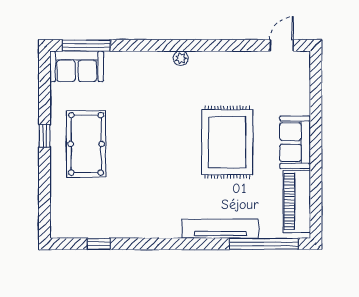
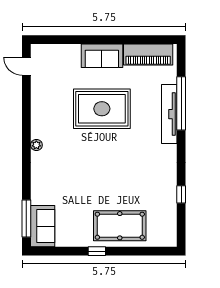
pool table: (86, 144) -> (120, 226), moved
window: (99, 244) -> (181, 194), moved
window: (264, 244) -> (181, 103), moved

